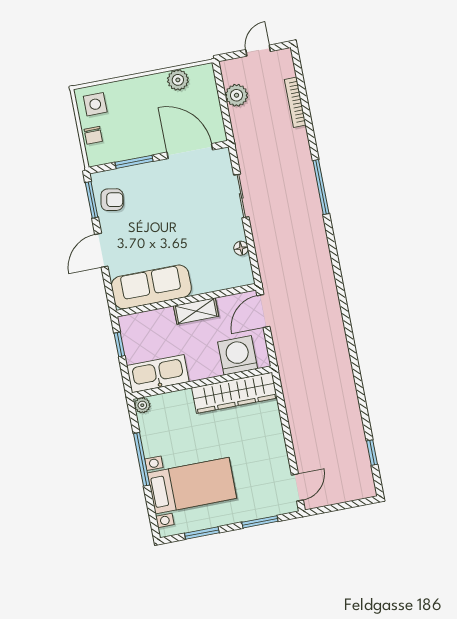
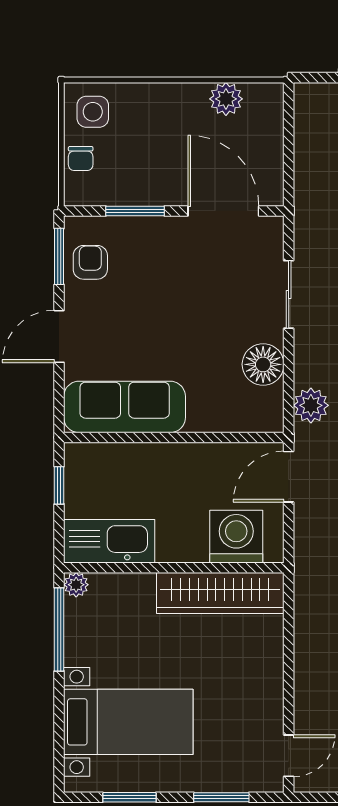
plant: (237, 95) -> (311, 405), moved
armchair: (112, 200) -> (90, 262), turned -100
floor lamp: (241, 248) -> (263, 364), width x1.89, depth x1.89
shelving: (196, 311) -> (186, 457), removed
window: (142, 459) -> (59, 629), moved

